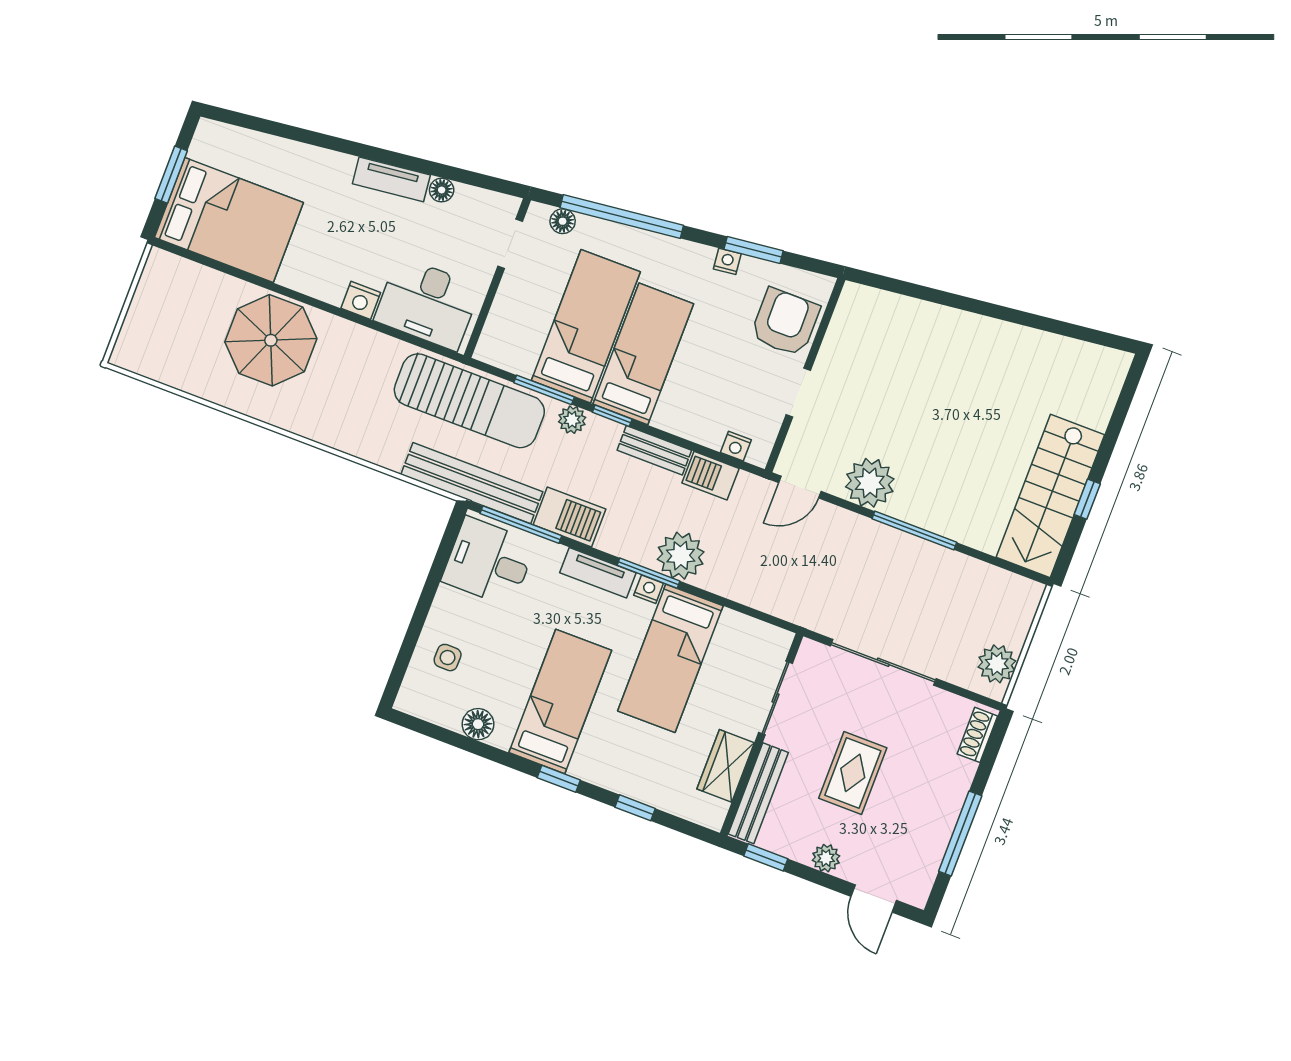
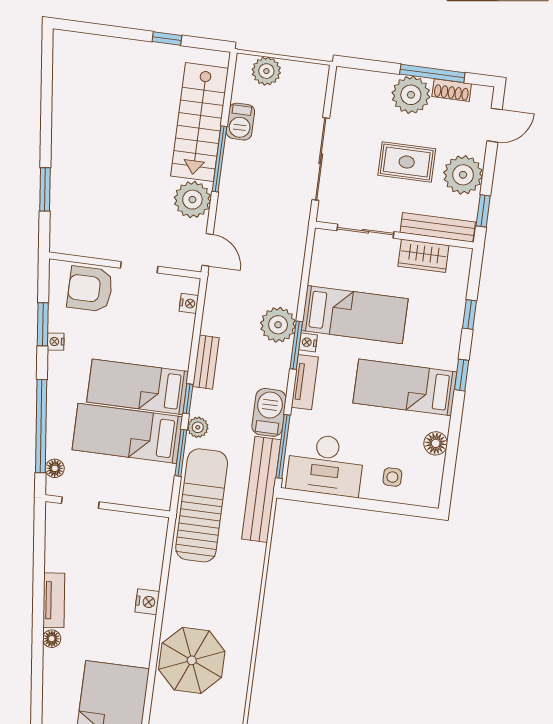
floor lamp: (442, 190) -> (52, 639), moved
window: (928, 294) -> (45, 189), added
desk: (427, 303) -> (138, 553), removed
barbecue: (711, 476) -> (240, 122), moved
stairs: (1050, 496) -> (200, 122), moved, turned 90
desk: (489, 562) -> (325, 465), width x1.37
plant: (997, 664) -> (266, 71), moved
shoe rack: (977, 735) -> (452, 90), moved
plant: (939, 799) -> (411, 95), added
plant: (826, 858) -> (463, 175), width x1.88, depth x1.88

